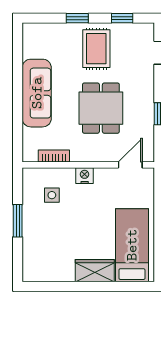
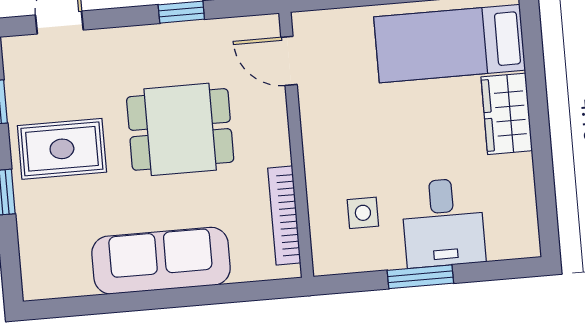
bookcase: (54, 156) -> (284, 216), width x1.56
nightstand: (85, 176) -> (318, 151), removed
desk: (44, 234) -> (443, 223), added

